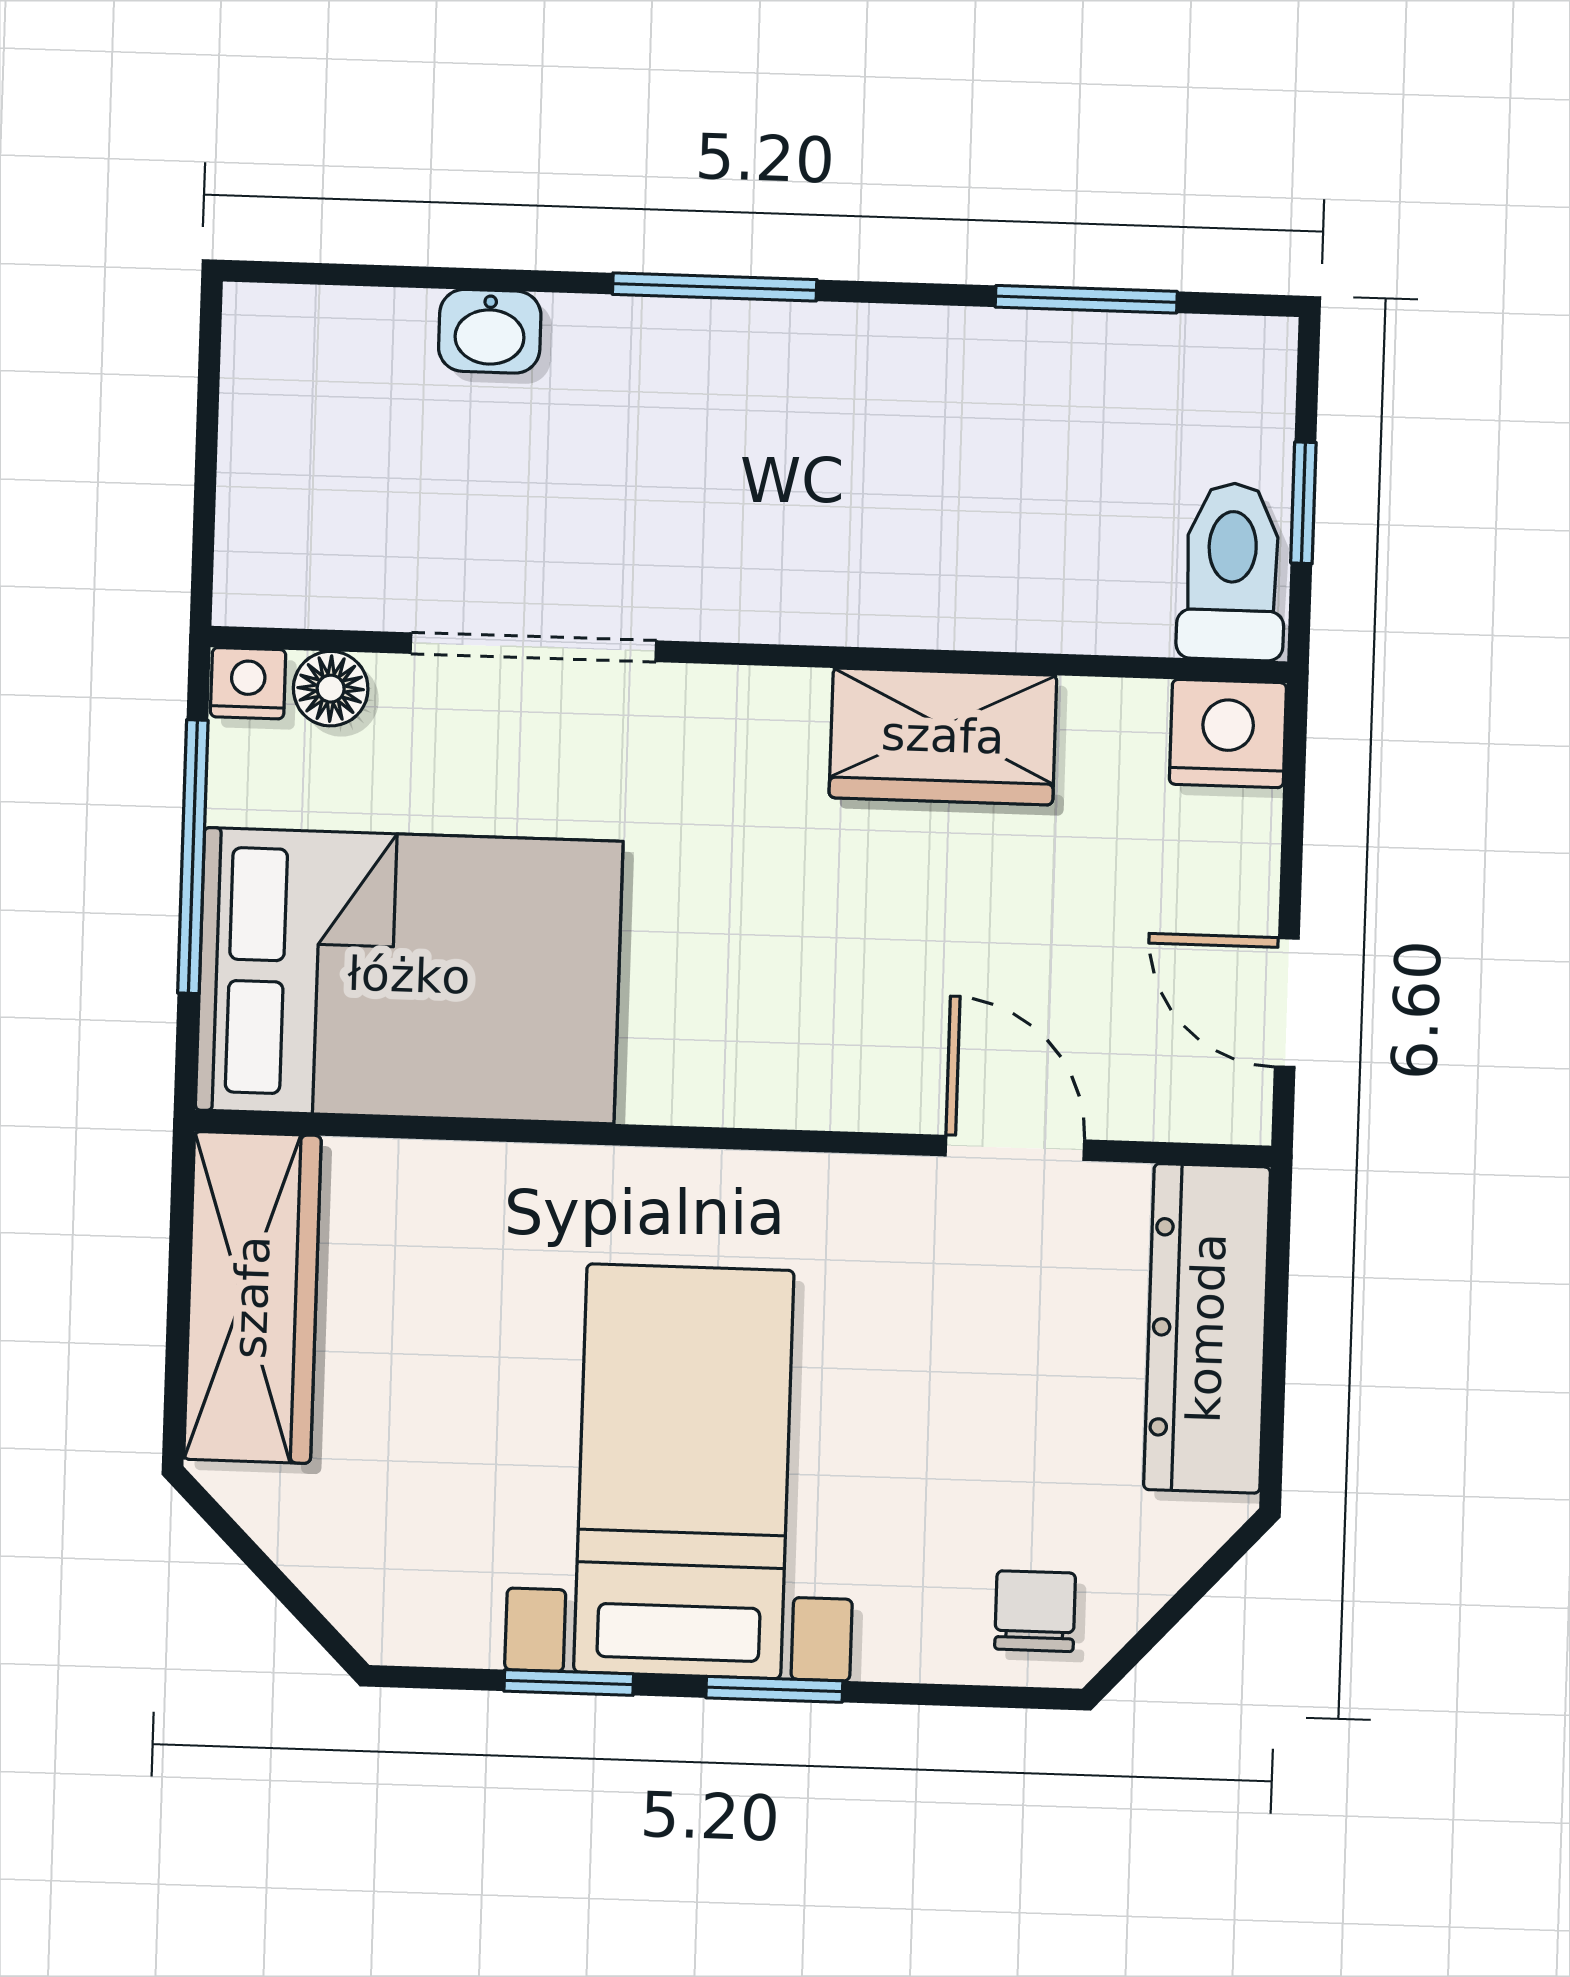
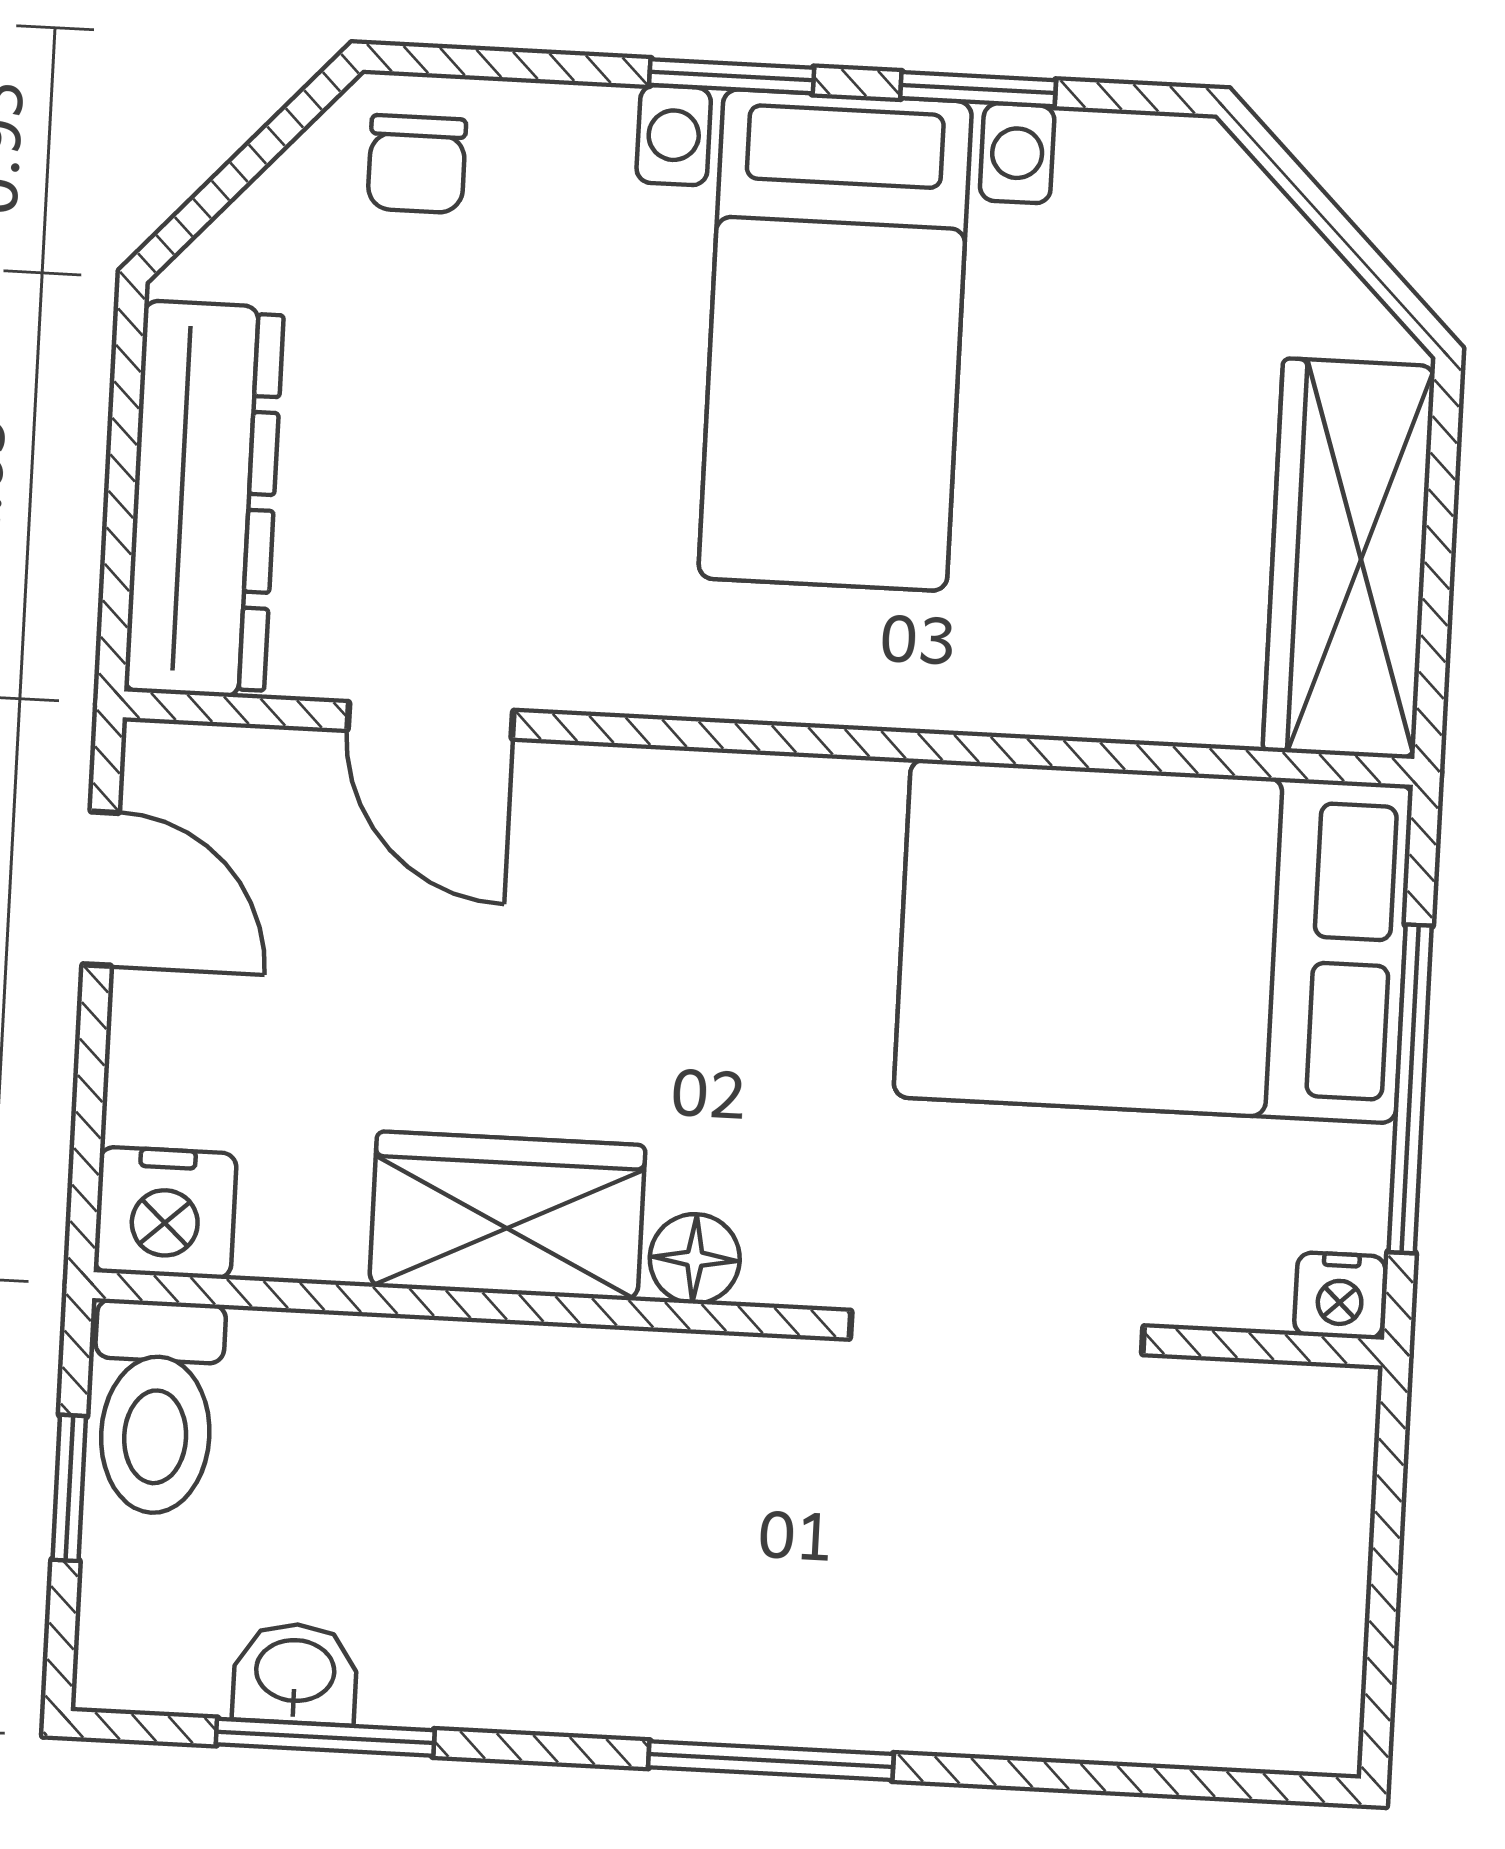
washbasin: (490, 331) -> (295, 1673), moved
floor lamp: (331, 689) -> (695, 1259), moved

